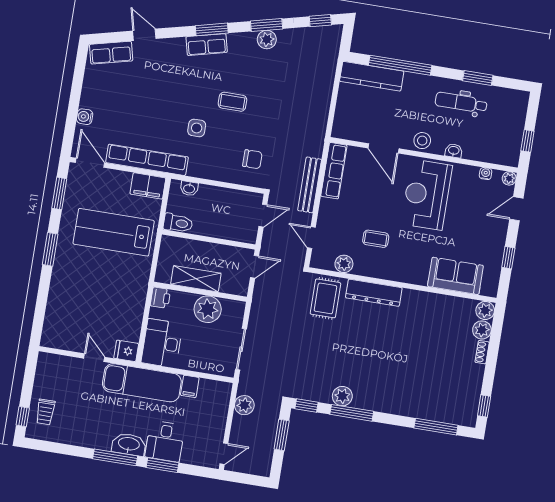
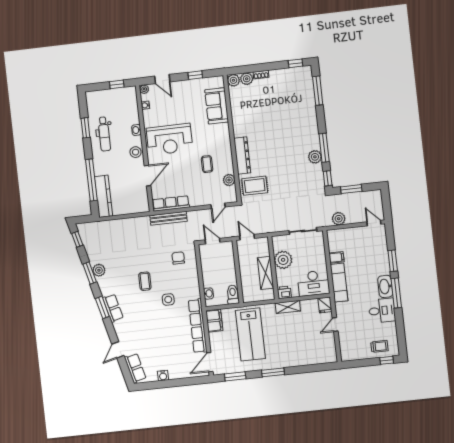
water cooler: (85, 117) -> (163, 376), moved
bench: (310, 185) -> (168, 218), moved
shelving: (138, 297) -> (288, 307), added
exam couch: (142, 383) -> (339, 283), width x0.73, depth x0.69
desk: (165, 441) -> (382, 311), moved

